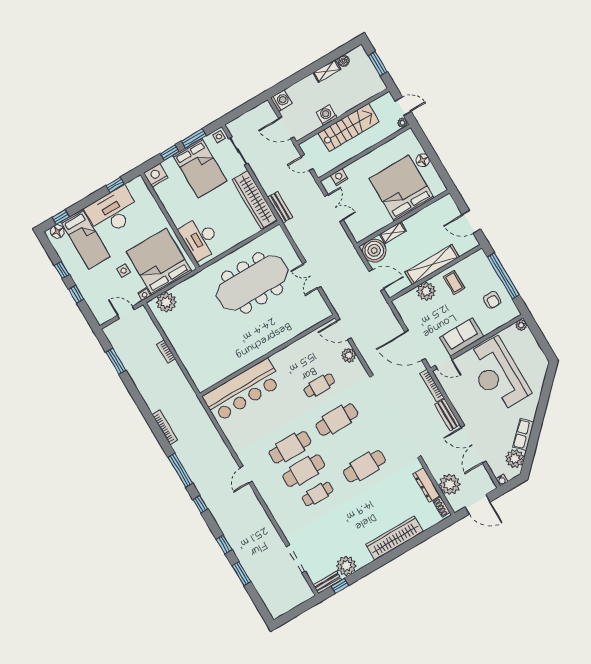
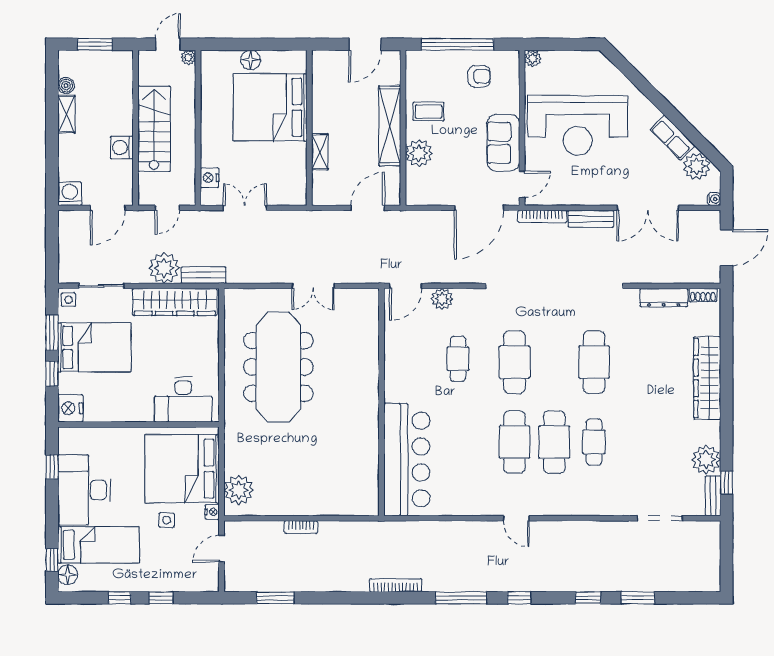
boiler: (374, 250) -> (329, 189), removed
plant: (450, 484) -> (164, 268), moved

